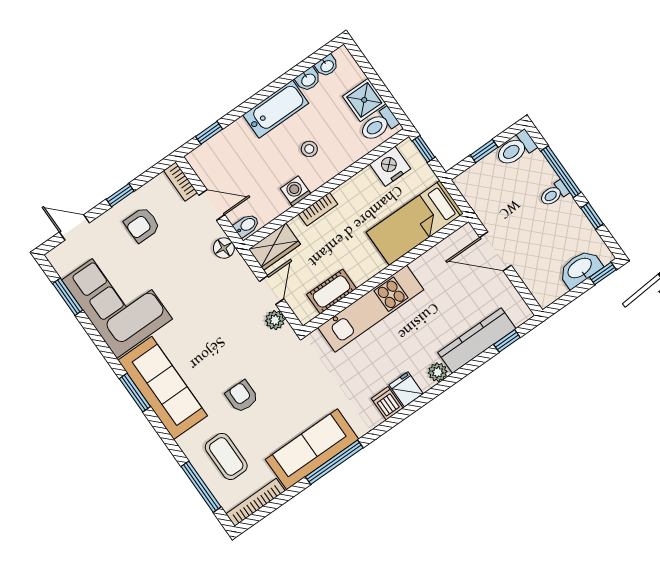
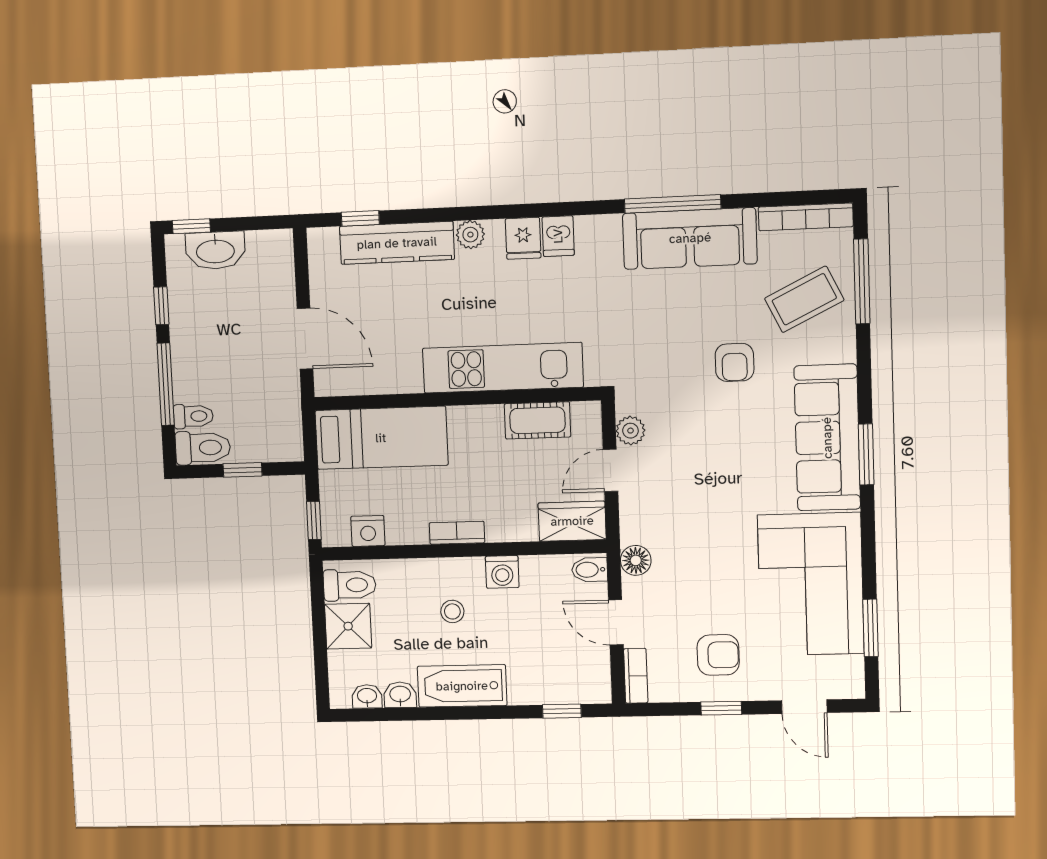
nightstand: (390, 166) -> (368, 531), width x0.74, depth x0.75
toilet: (554, 194) -> (193, 416), moved
bookcase: (318, 209) -> (457, 533), moved
coffee table: (226, 456) -> (804, 299), turned 64

